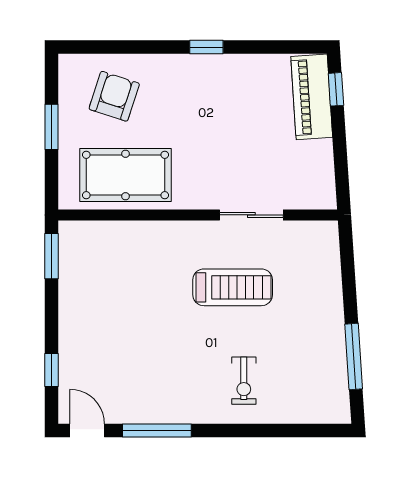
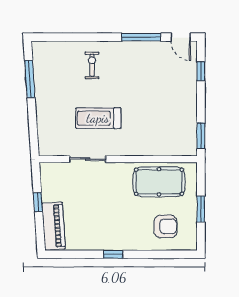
window: (336, 89) -> (38, 202), moved
armchair: (114, 96) -> (165, 226), turned -108

